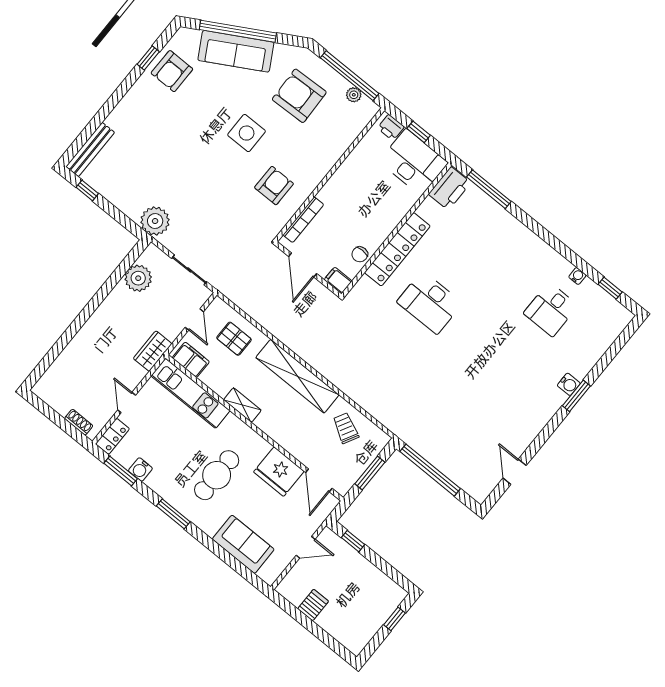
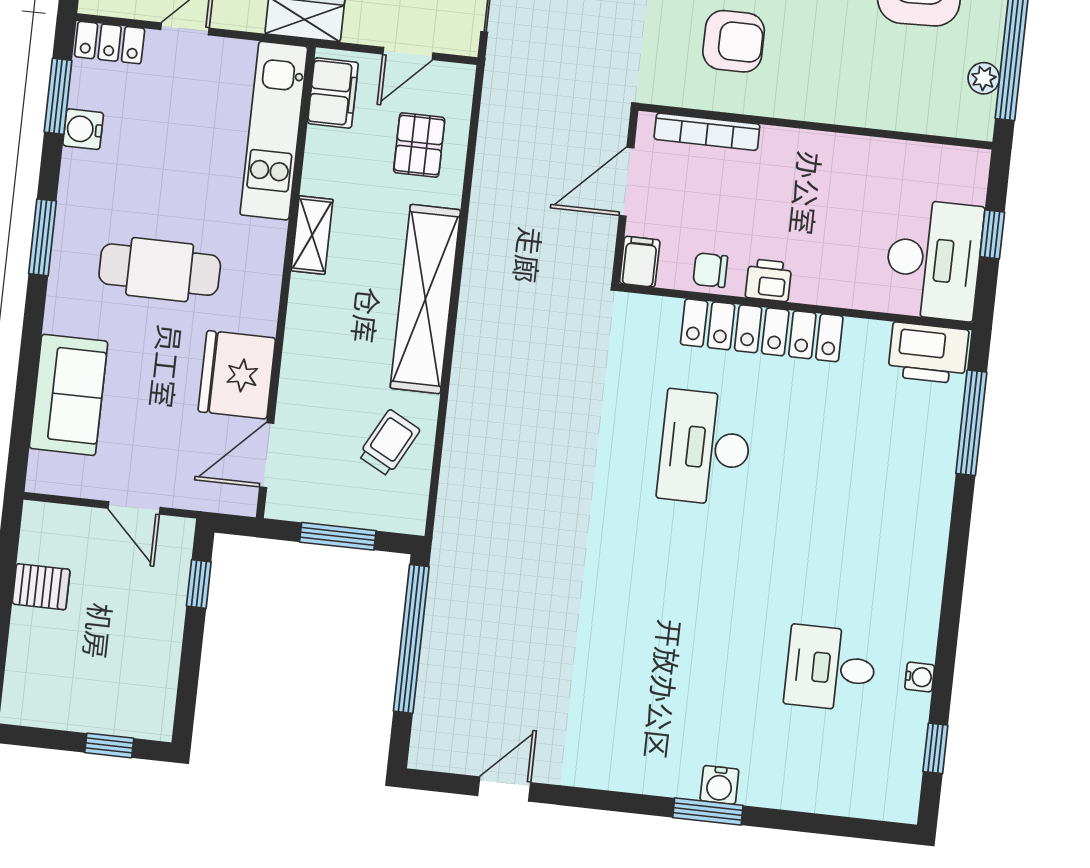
printer: (391, 127) -> (768, 280), moved, turned 90

